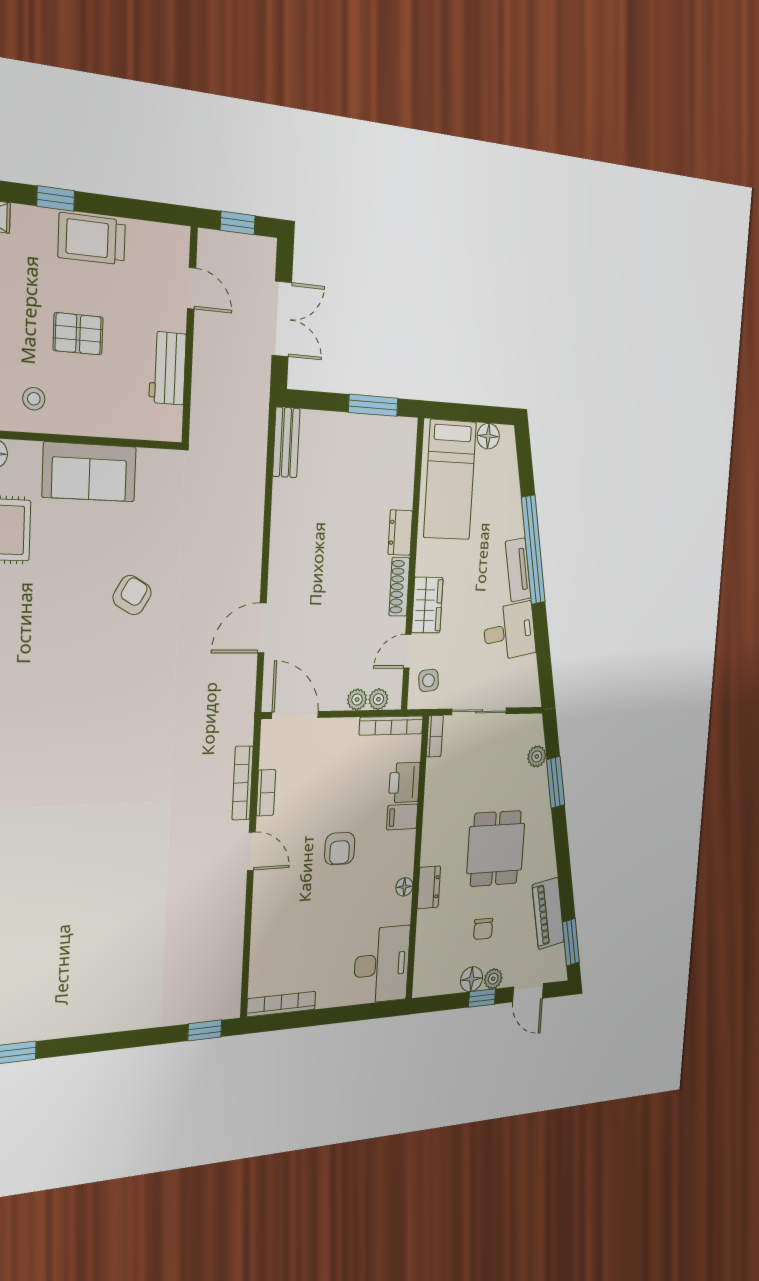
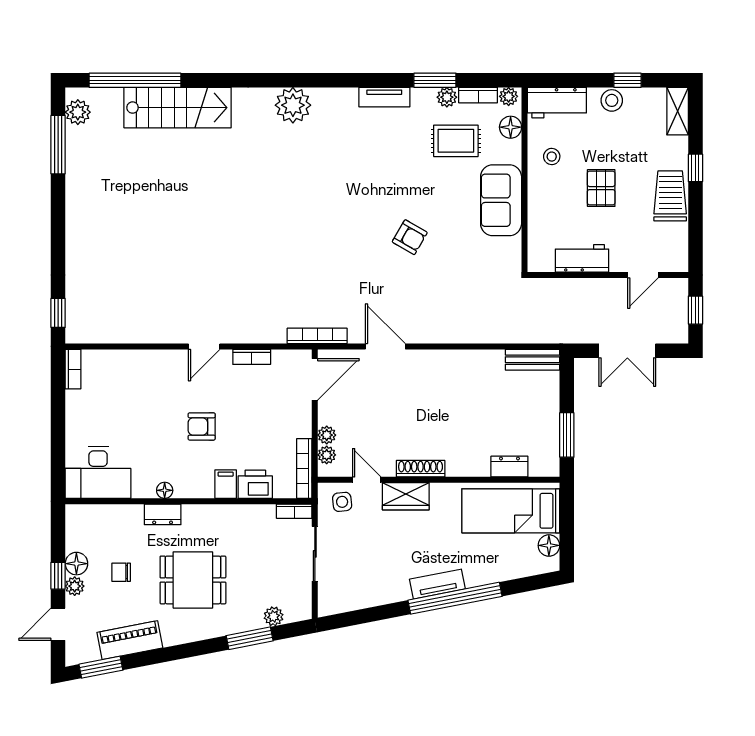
dresser: (400, 533) -> (509, 467), moved
desk: (509, 632) -> (384, 579), removed
bookcase: (243, 783) -> (317, 336), moved
bookcase: (281, 1004) -> (73, 369), width x0.64

